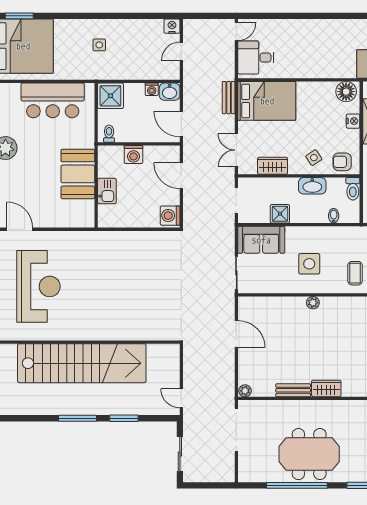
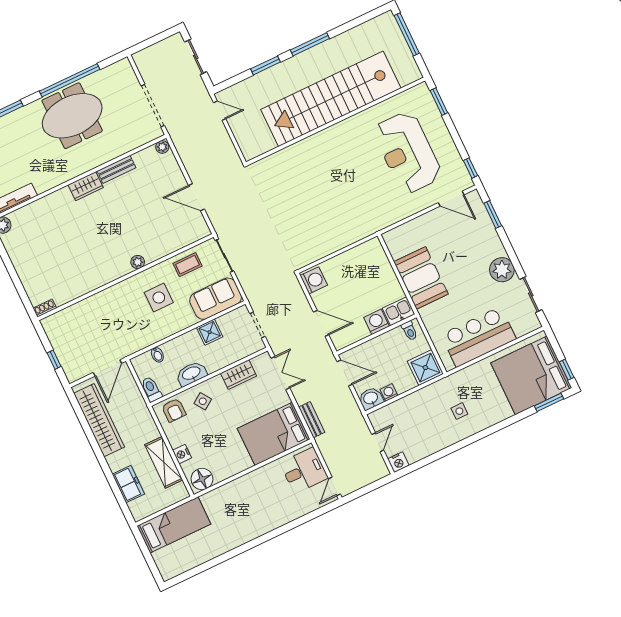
armchair: (342, 162) -> (174, 410), turned 90
kitchen sink: (107, 191) -> (399, 311), moved, turned 90
coffee table: (355, 273) -> (187, 265), moved, turned 90

